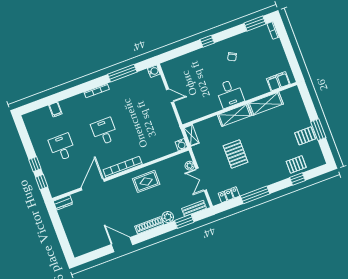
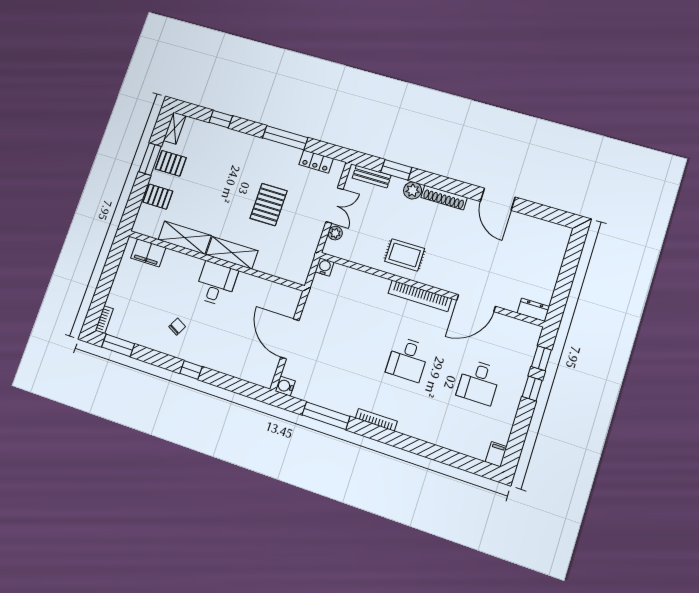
door: (170, 96) -> (290, 339), width x1.88
filing cabinet: (55, 109) -> (496, 454), moved
shelving: (191, 135) -> (175, 128), moved
pallet: (296, 164) -> (158, 197), moved

